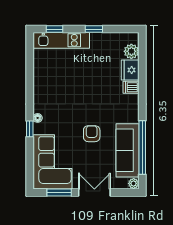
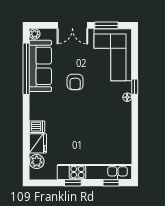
kitchen unit: (61, 40) -> (94, 172), width x1.36

